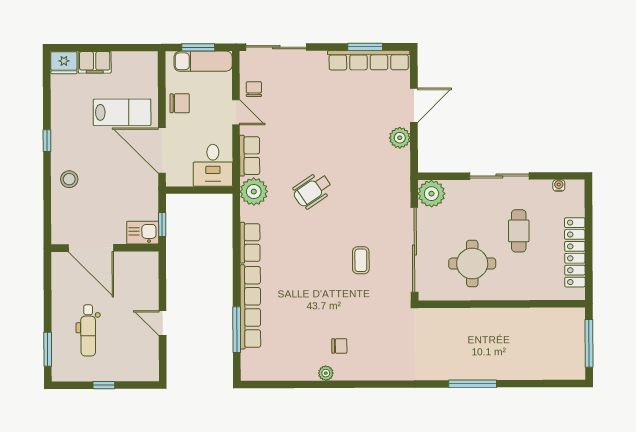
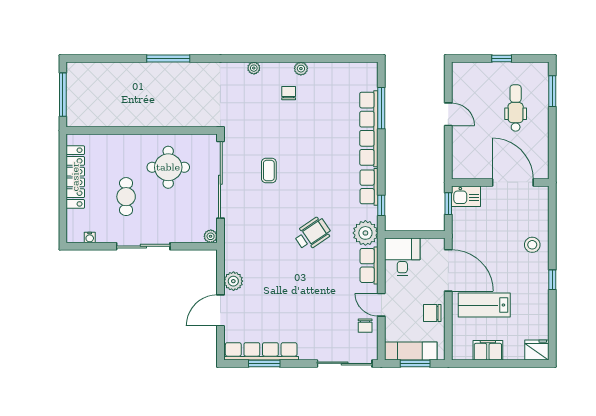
filing cabinet: (95, 62) -> (488, 350), moved
plant: (431, 194) -> (211, 236), width x0.53, depth x0.53
window: (236, 222) -> (381, 205), added
chair: (339, 346) -> (289, 93), turned 90
plant: (378, 374) -> (254, 68), added

